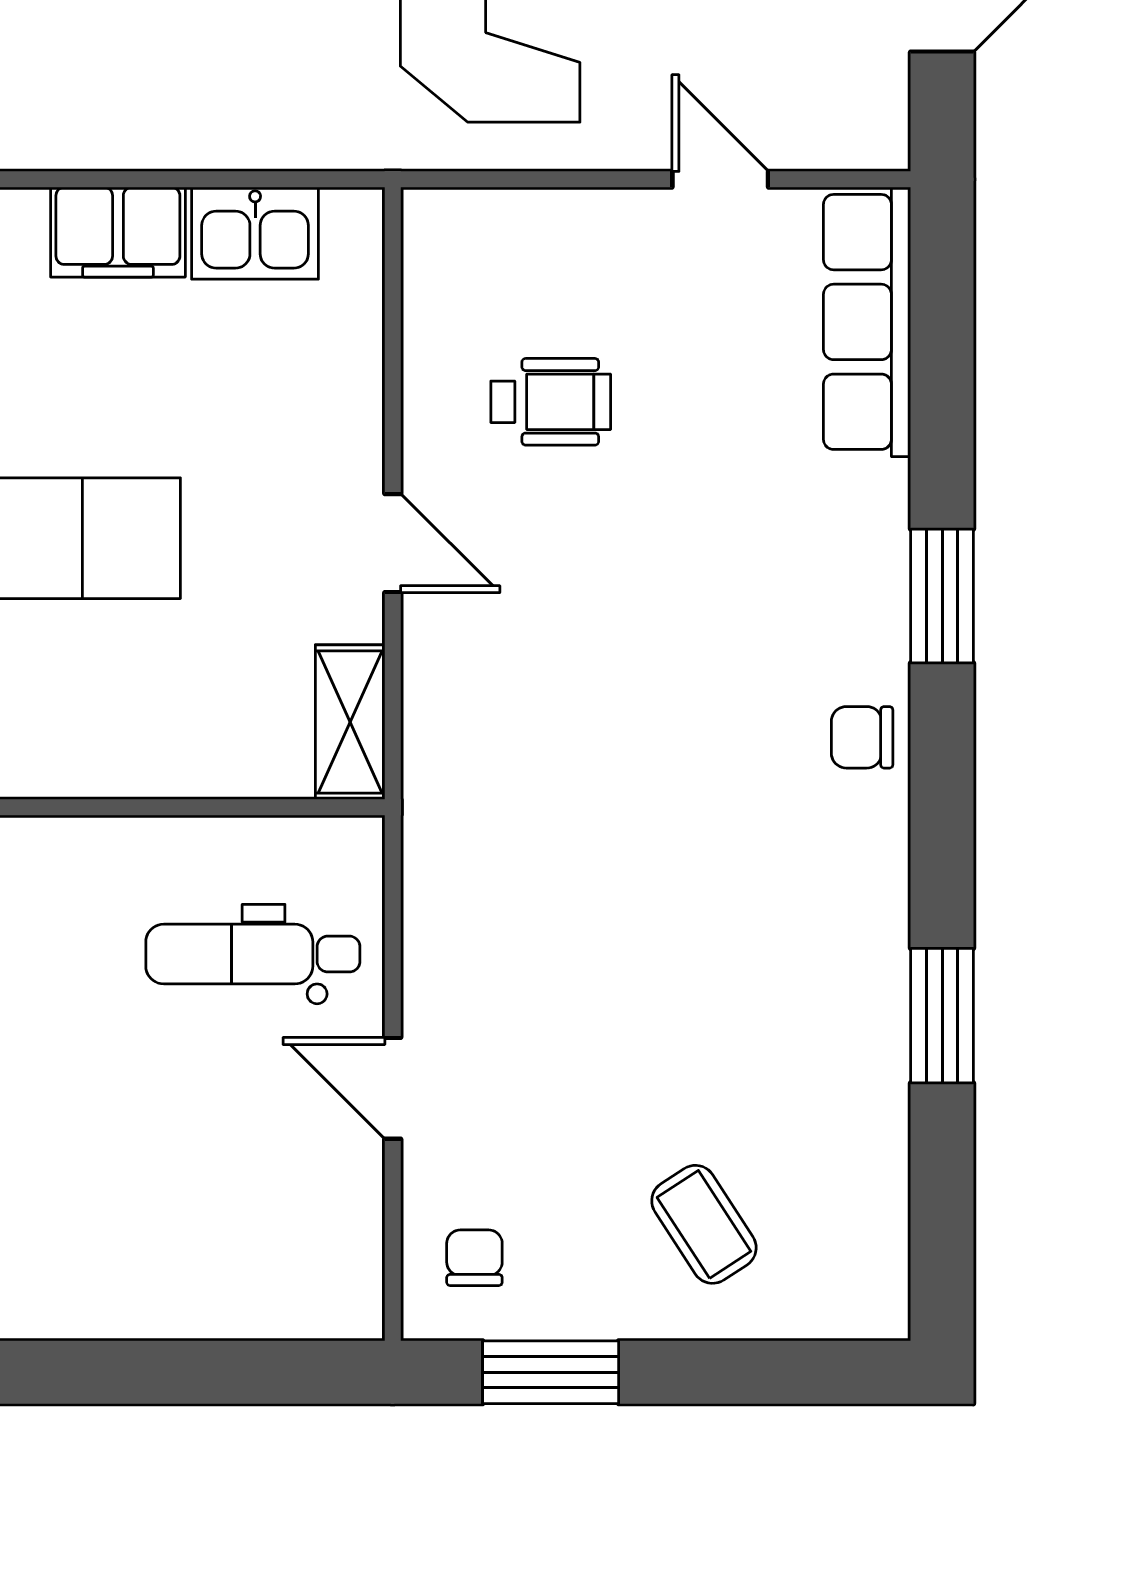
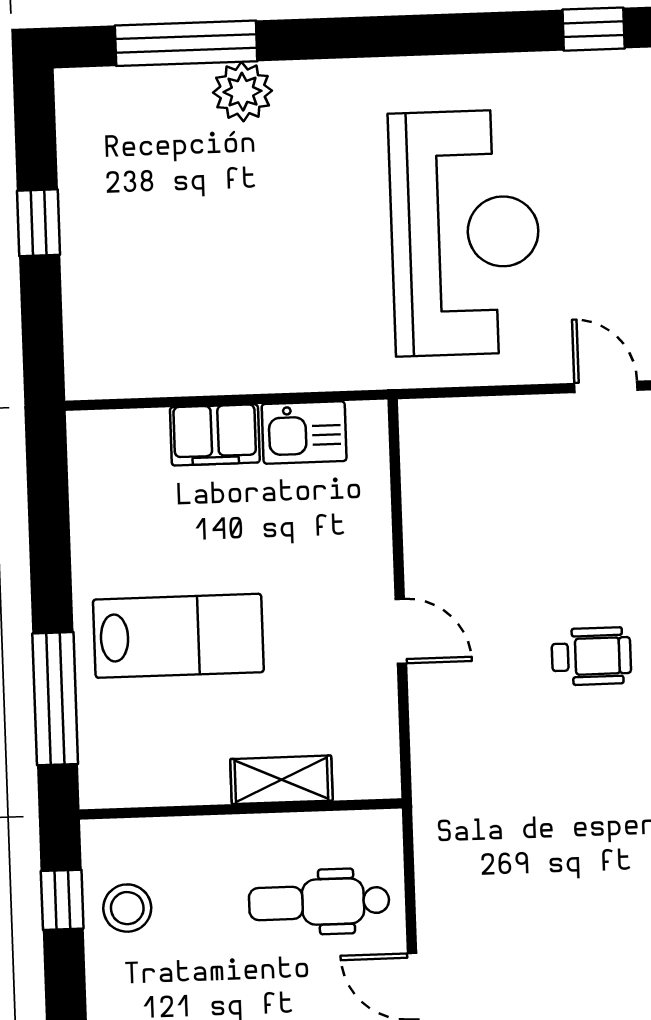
wheelchair: (551, 402) -> (591, 656), moved
shelving: (350, 722) -> (281, 780), moved, turned 90

